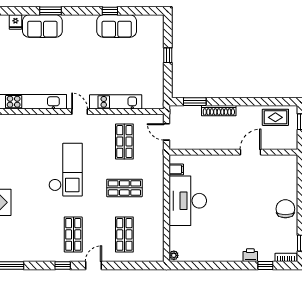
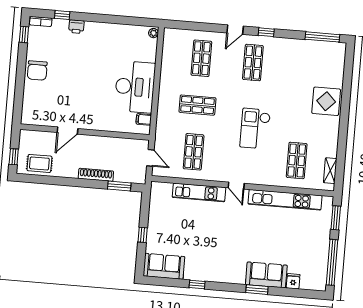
sofa: (117, 26) -> (164, 266), moved
shop shelf: (22, 142) -> (297, 160), added
checkout: (66, 170) -> (255, 129), width x0.73, depth x0.83

